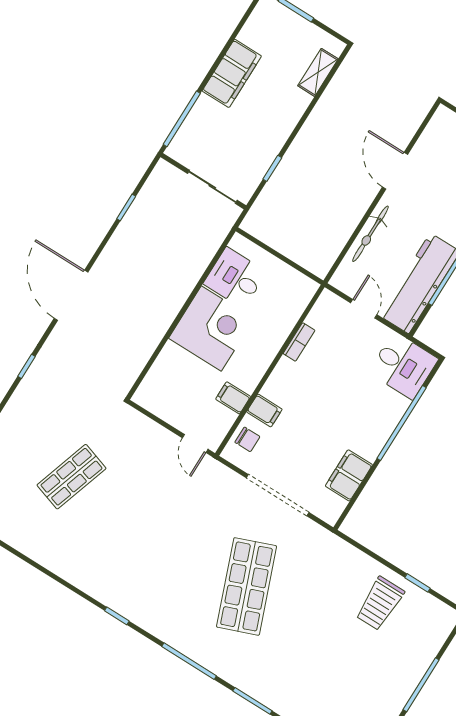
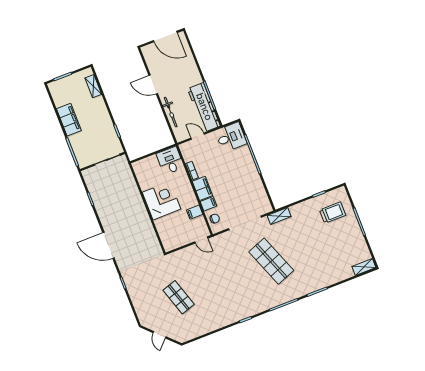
desk: (235, 278) -> (170, 161), moved, turned 90
filing cabinet: (349, 475) -> (202, 188), moved, turned 180
shop shelf: (72, 477) -> (179, 297), turned -36
shelving: (331, 544) -> (279, 216), added
trolley: (380, 603) -> (333, 213), moved, turned -90

